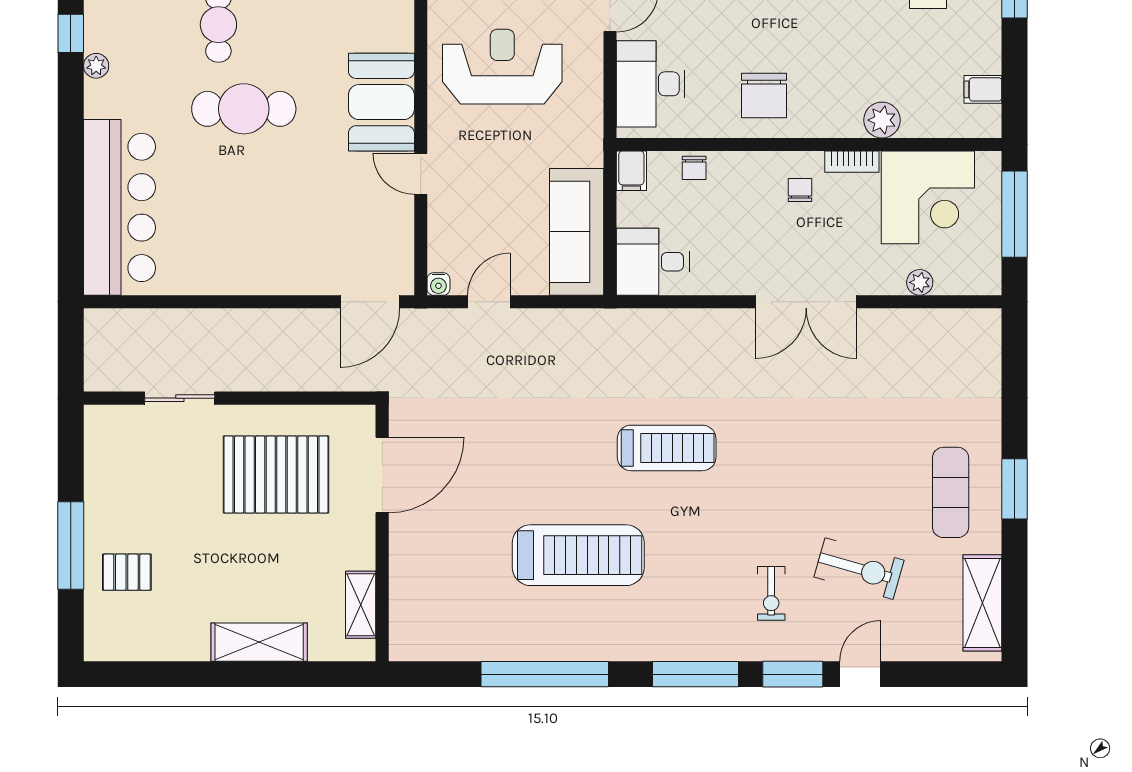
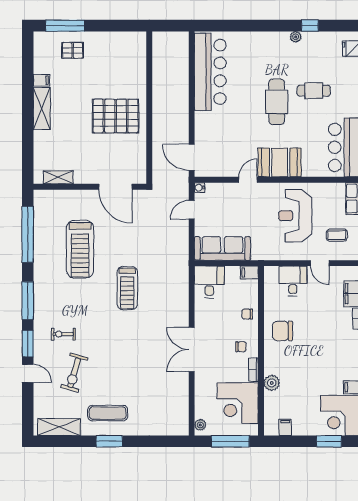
reception desk: (502, 67) -> (295, 216), turned 180
desk: (651, 84) -> (293, 281), width x0.73
chair: (694, 168) -> (247, 314), moved
bar counter: (119, 207) -> (210, 72), moved, turned -90
plant: (920, 282) -> (200, 425), moved
door: (489, 302) -> (192, 210), swing flipped
sliding door: (180, 398) -> (149, 74), removed
pallet: (276, 474) -> (116, 116), turned 90
door: (382, 475) -> (115, 187), moved
wall: (382, 533) -> (90, 187), moved
window: (71, 546) -> (65, 26), moved
pallet: (127, 572) -> (73, 50), turned 90
shelving: (361, 605) -> (58, 177), moved
filing cabinet: (195, 643) -> (41, 80), added

